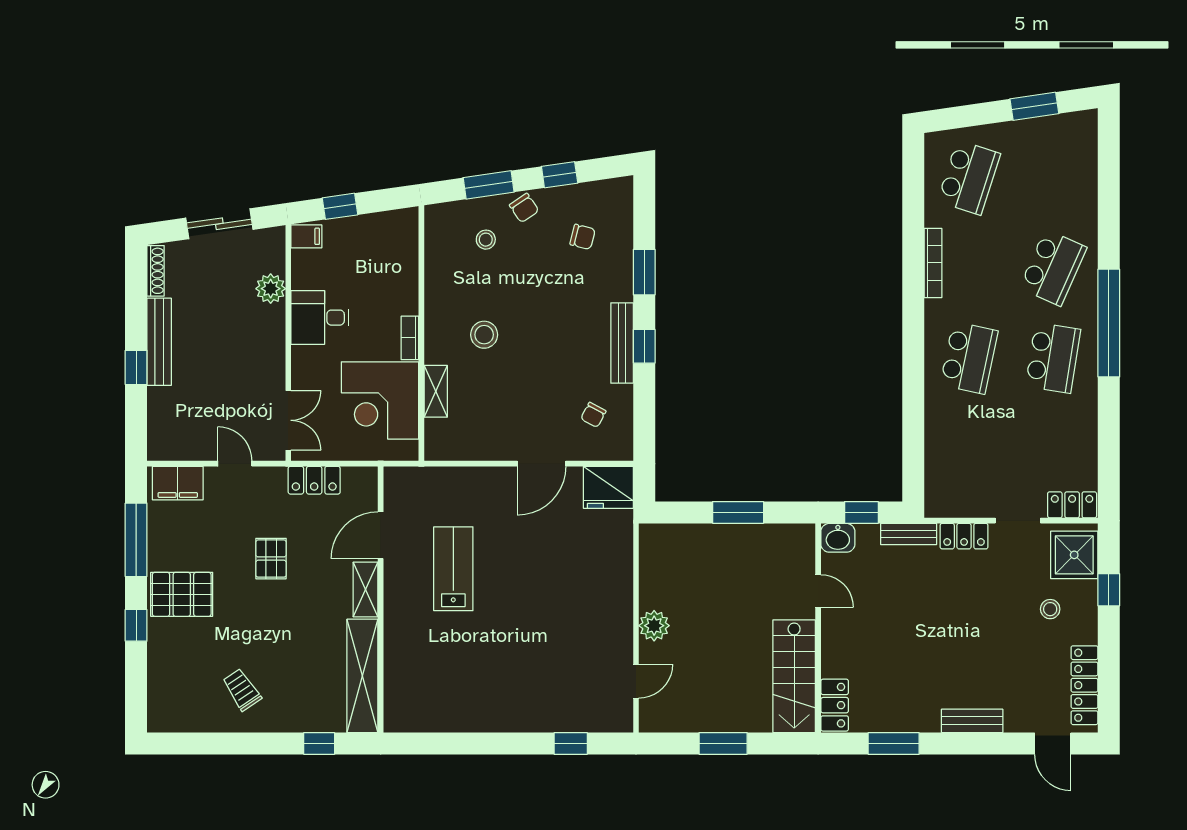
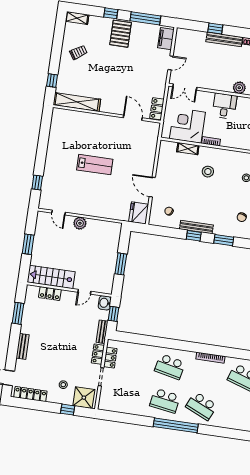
locker: (314, 480) -> (157, 109), moved
locker: (1072, 505) -> (110, 358), moved
pallet: (271, 559) -> (130, 72), removed
lab bench: (453, 569) -> (95, 165), moved
shelving: (366, 590) -> (77, 18), moved
locker: (835, 705) -> (50, 294), moved

